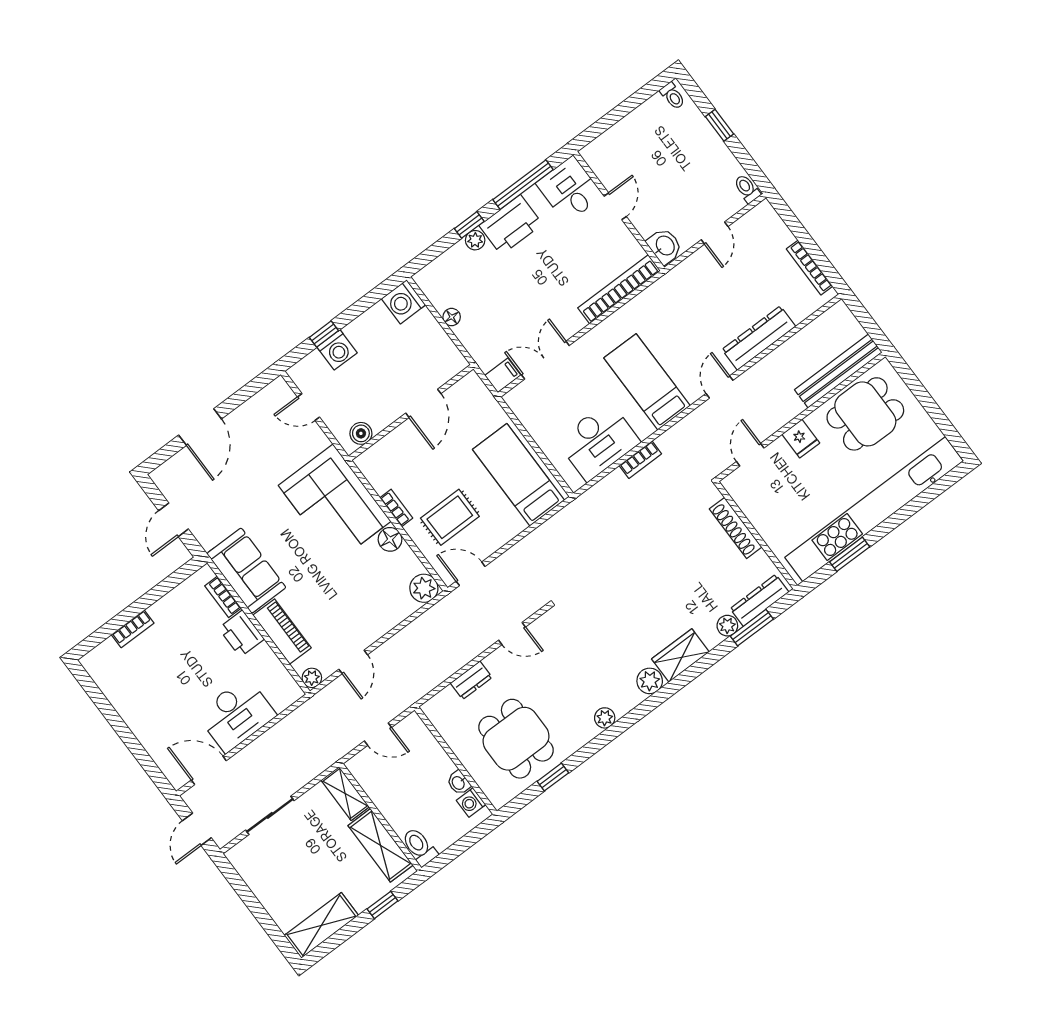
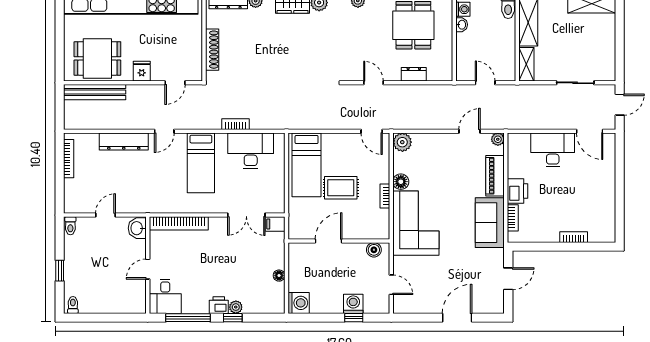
printer: (511, 225) -> (219, 305), width x0.53, depth x0.68
rug: (450, 517) -> (341, 188), moved

